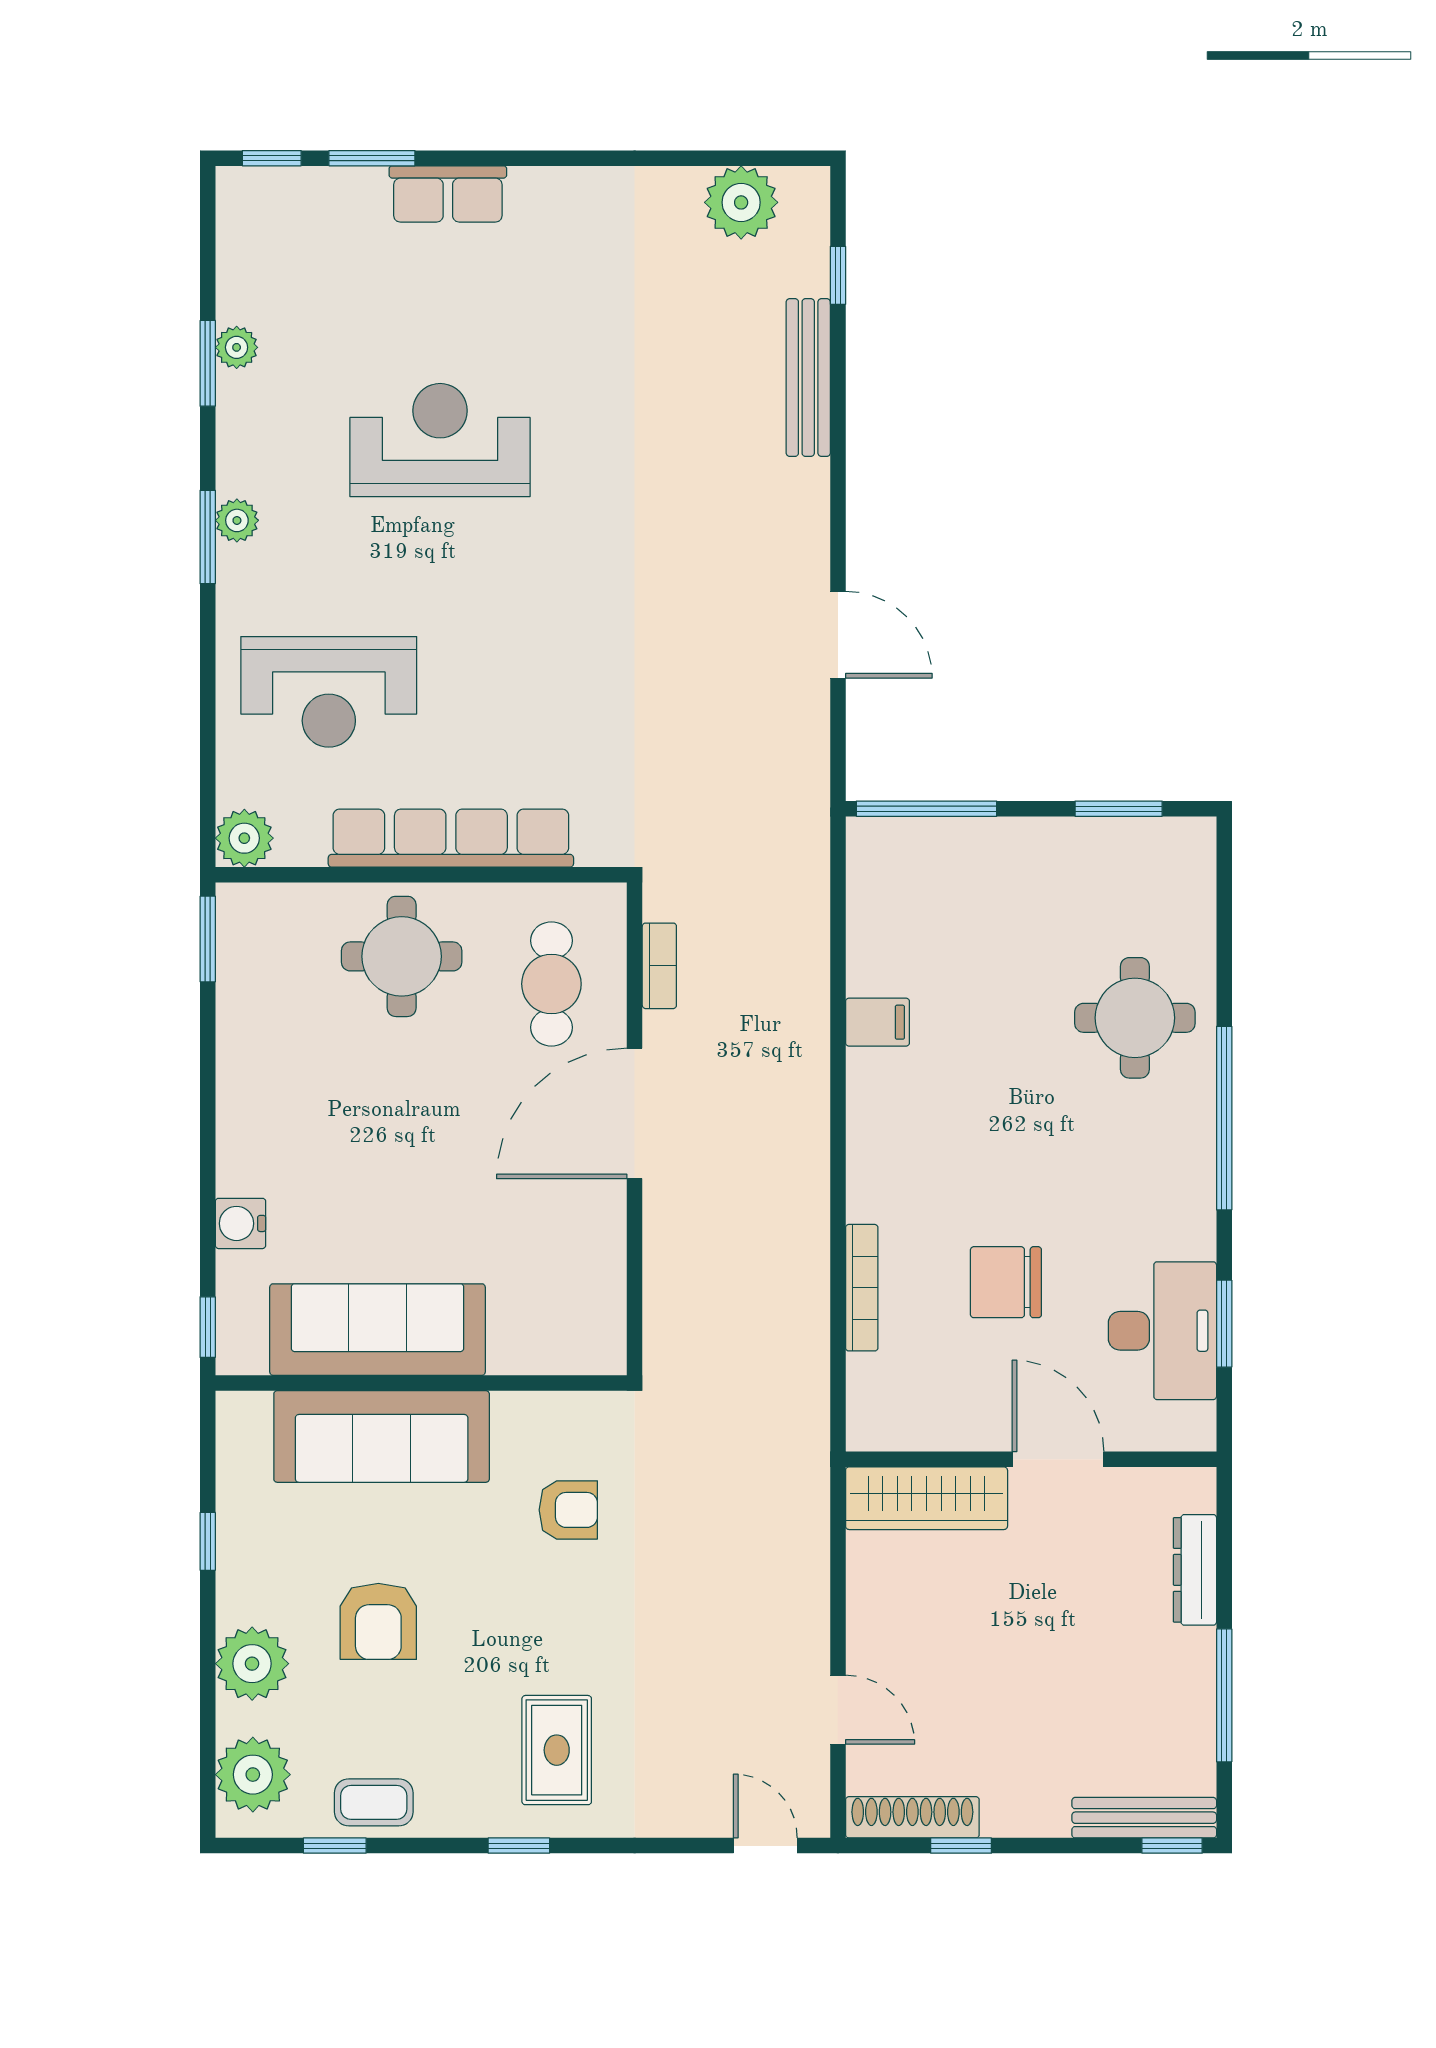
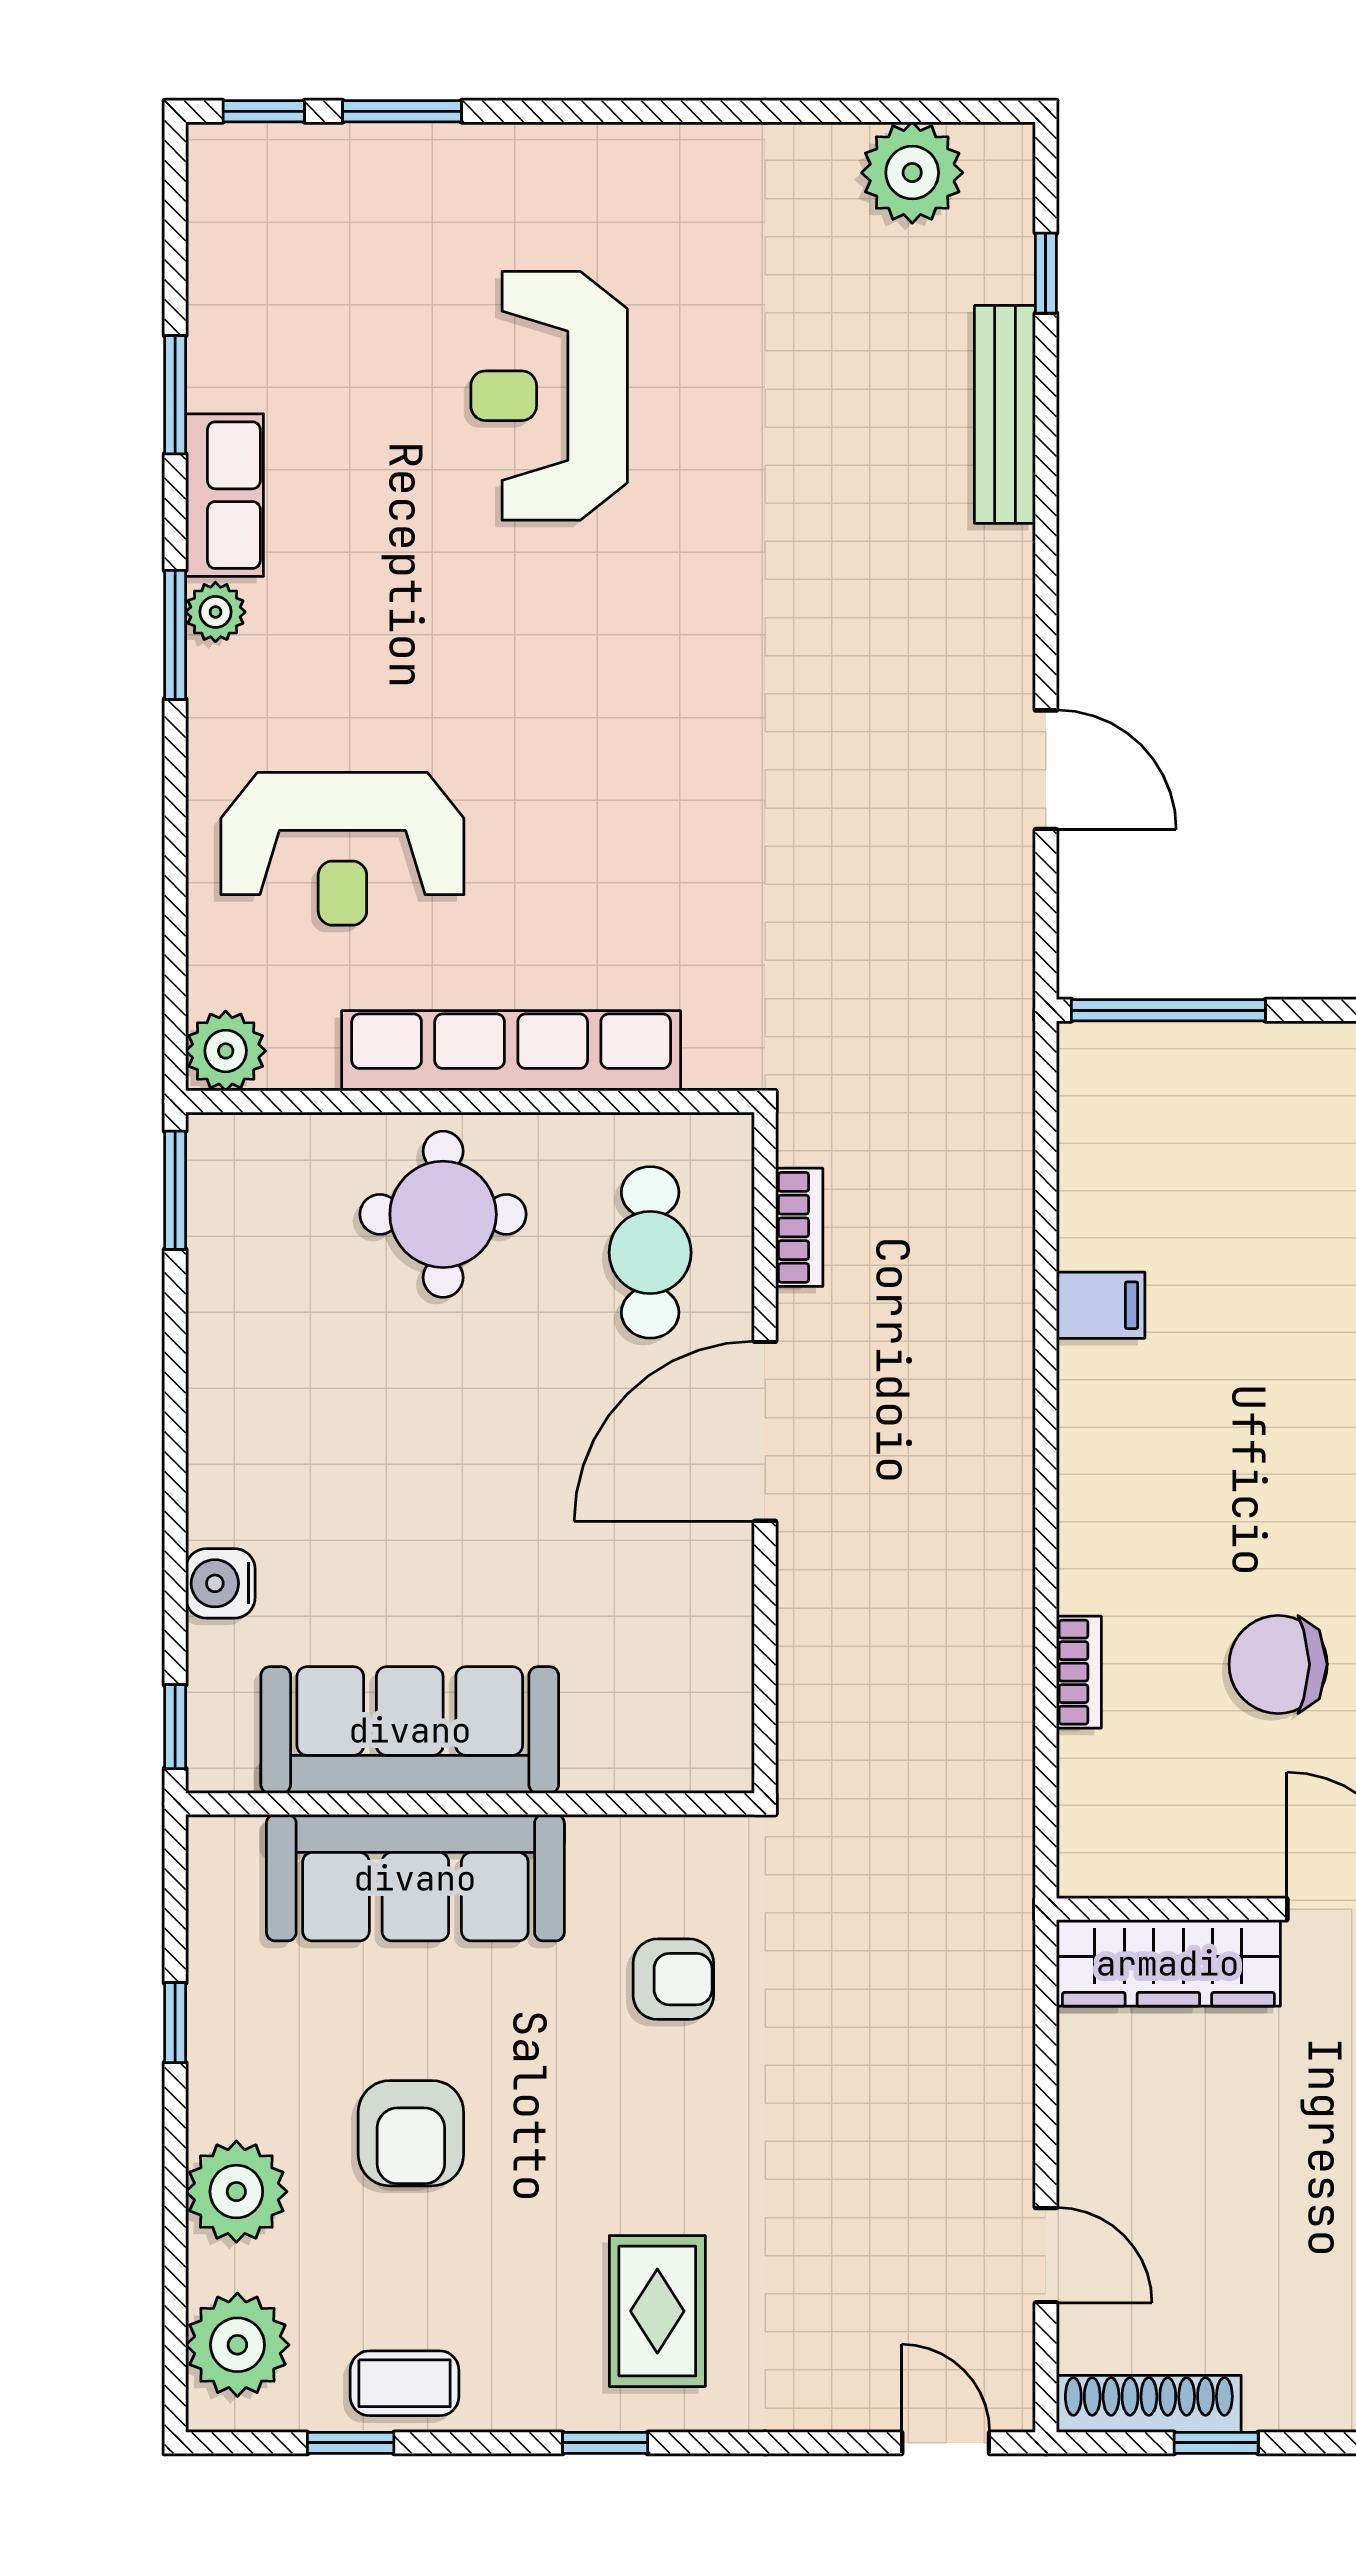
row of seats: (448, 194) -> (225, 495), moved, turned -90
plant: (237, 347) -> (215, 373), removed
reception desk: (440, 440) -> (549, 396), moved, turned -90
bookcase: (862, 1288) -> (1079, 1672), width x0.64

